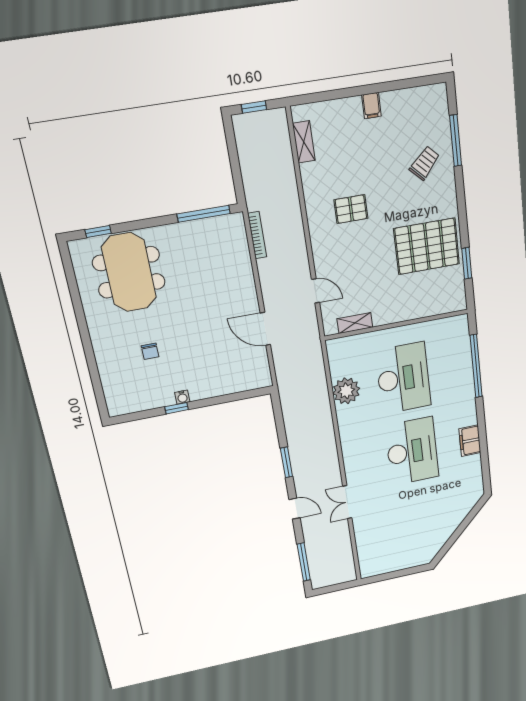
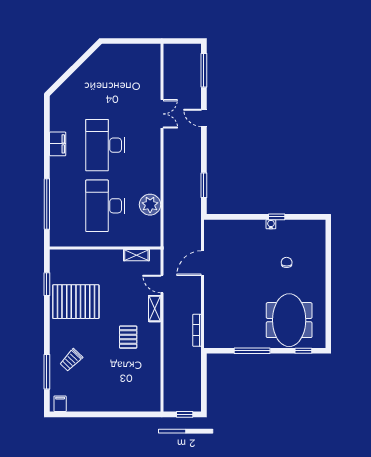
filing cabinet: (371, 106) -> (60, 404), moved
shelving: (304, 142) -> (155, 309), moved
pallet: (351, 209) -> (128, 337), turned 90
window: (204, 214) -> (252, 351), moved
door: (265, 329) -> (202, 263), swing flipped
window: (287, 462) -> (204, 185), moved

